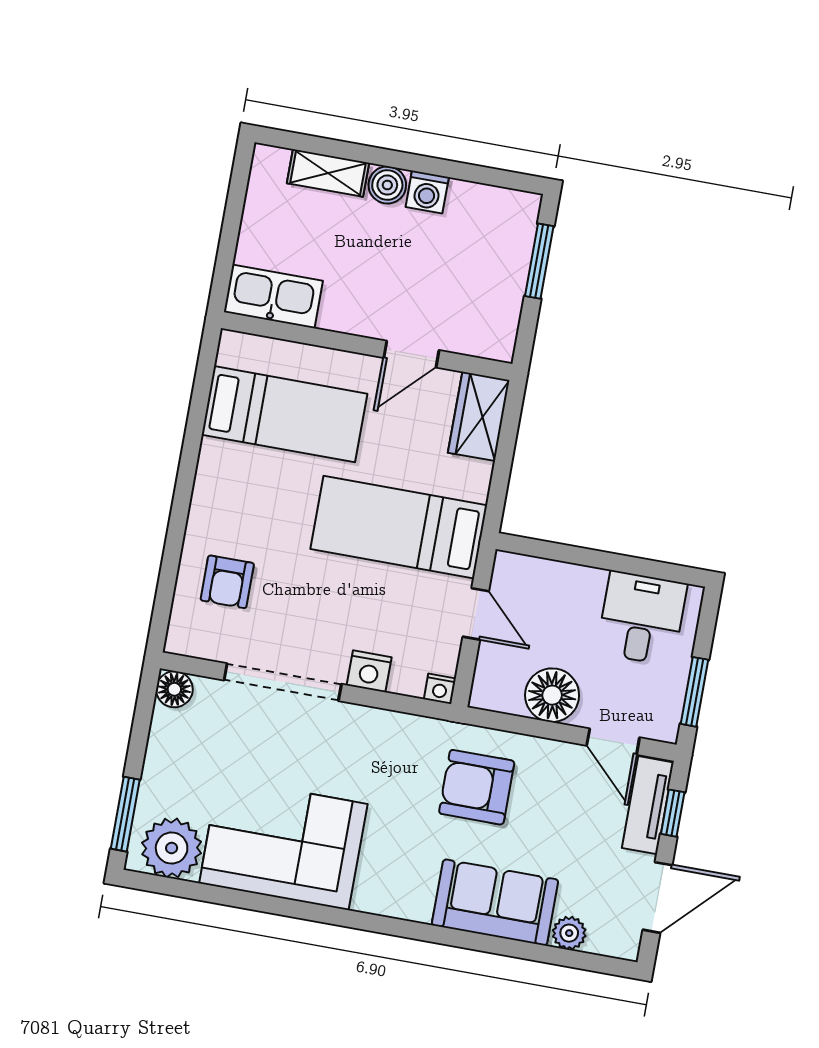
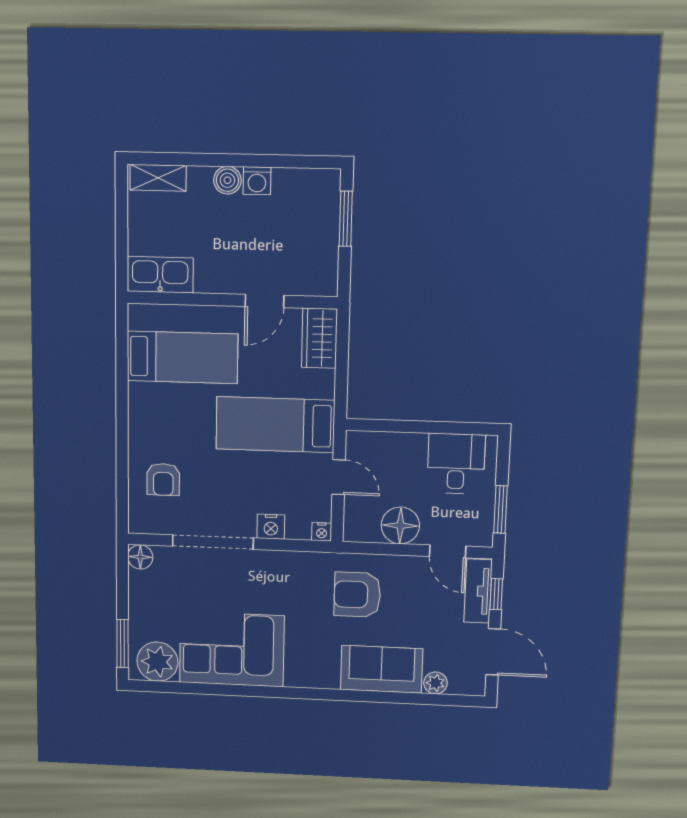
shelving: (328, 173) -> (158, 178), moved
door: (658, 897) -> (493, 652), hinge flipped

